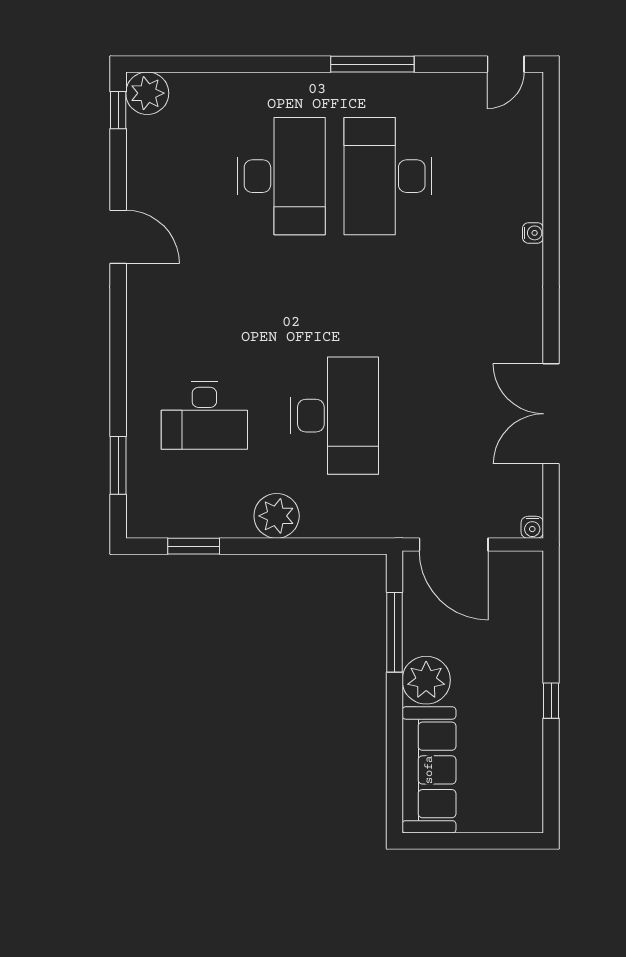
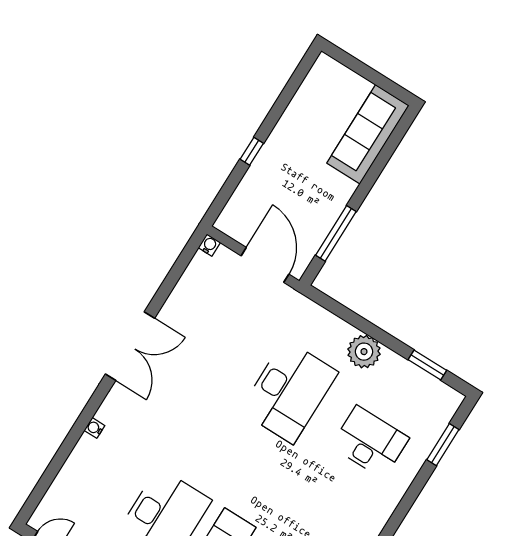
double door: (551, 414) -> (130, 346), moved
desk: (335, 416) -> (289, 391), turned 180
plant: (426, 680) -> (335, 191), removed
window: (551, 701) -> (252, 151), moved

